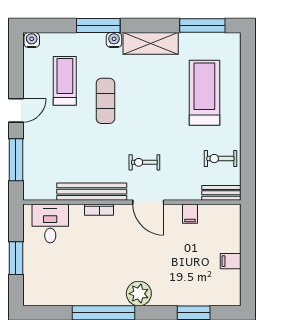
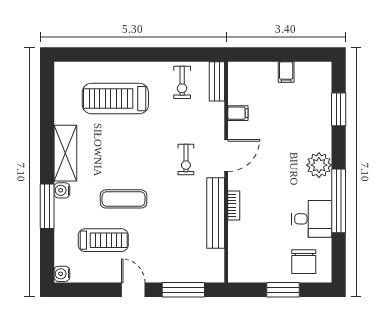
window: (202, 25) -> (47, 101), removed
treadmill: (65, 81) -> (103, 240), turned 180
desk: (50, 223) -> (312, 219), moved, turned 180
chair: (44, 278) -> (304, 262), added

